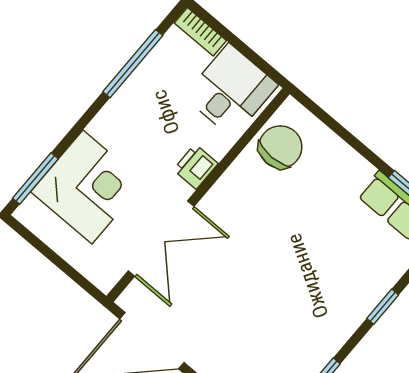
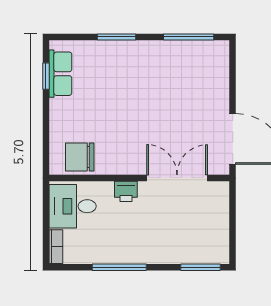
window: (133, 64) -> (119, 267), moved
corner desk: (87, 187) -> (183, 237), removed
window: (383, 307) -> (117, 37), width x1.50

